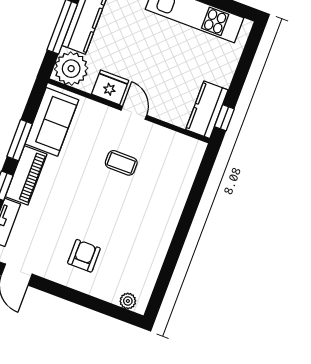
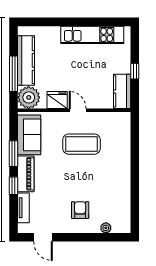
window: (224, 118) -> (135, 71), moved
coffee table: (121, 163) -> (82, 144), width x1.86, depth x1.72
plant: (128, 301) -> (106, 228), moved

